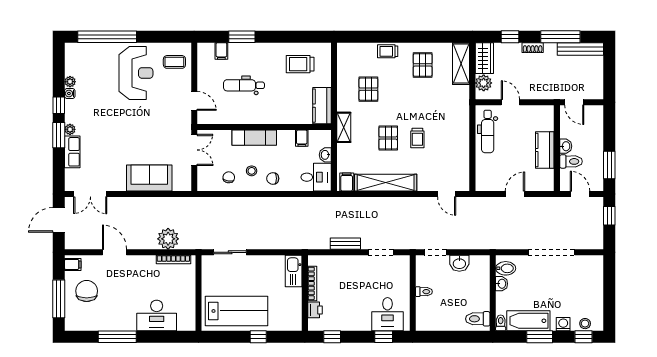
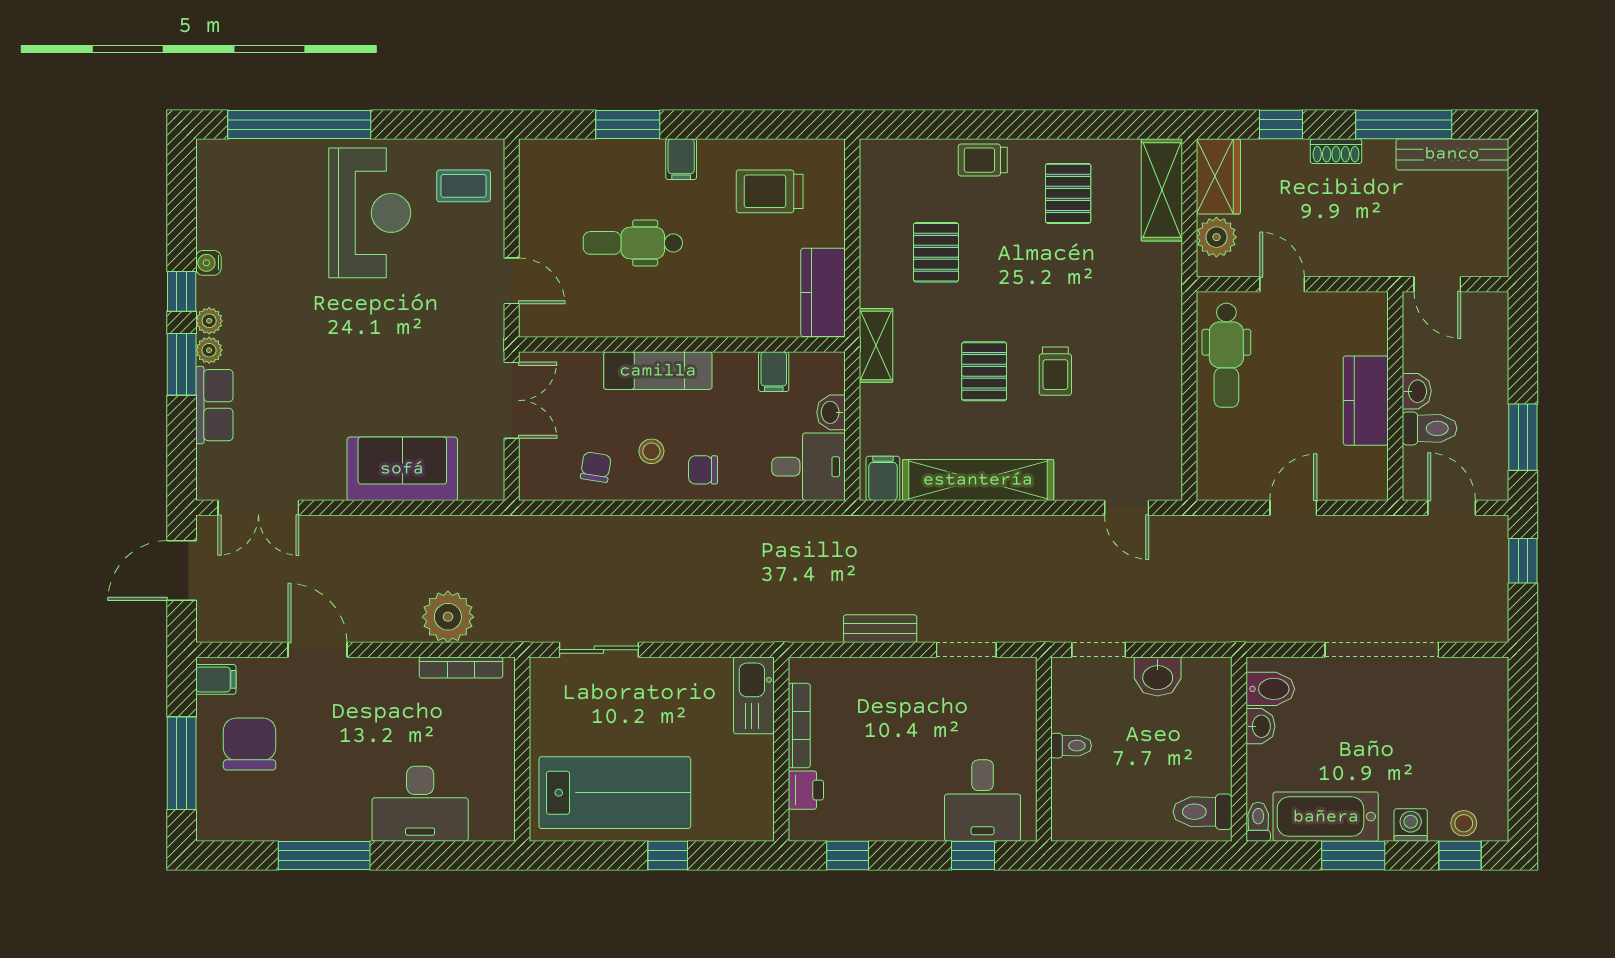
filing cabinet: (221, 51) -> (681, 159), moved
plant: (70, 82) -> (209, 321), moved

